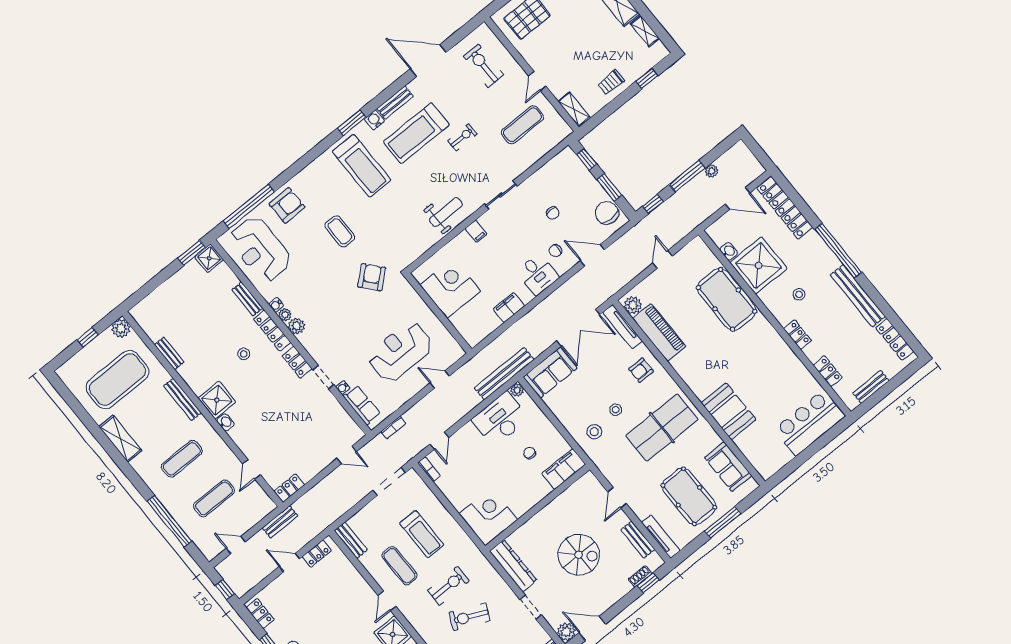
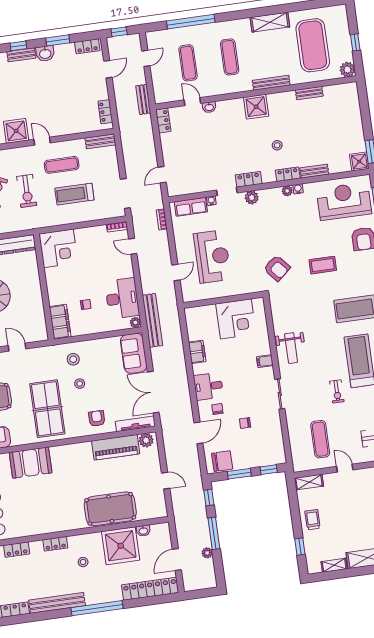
plant: (297, 326) -> (252, 198), moved
locker: (272, 331) -> (288, 174), width x0.66
washbasin: (225, 422) -> (209, 107), moved
door: (290, 563) -> (108, 69), moved

